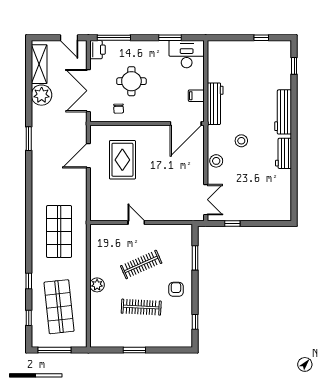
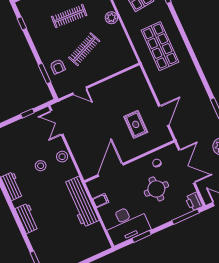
desk: (187, 54) -> (126, 224), width x1.36, depth x1.30
workbench: (215, 104) -> (81, 202), width x1.36, depth x1.32
workbench: (283, 112) -> (27, 218), width x0.73
door: (186, 123) -> (111, 170), moved
stool: (241, 141) -> (41, 166), moved
rug: (122, 160) -> (136, 124), width x0.73, depth x0.70
door: (136, 223) -> (80, 91), moved
armchair: (176, 289) -> (58, 66), moved

